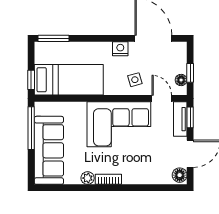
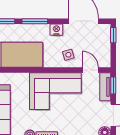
window: (94, 38) -> (35, 21), added
window: (190, 73) -> (113, 35), moved
floor lamp: (181, 80) -> (106, 55), removed

